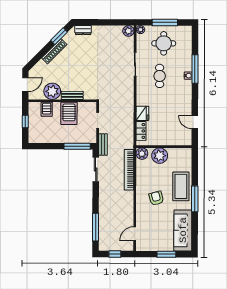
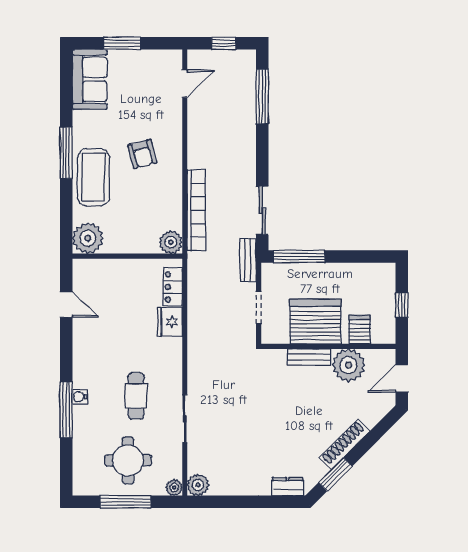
server rack: (69, 113) -> (315, 322), width x1.60
plant: (160, 156) -> (88, 238), moved
sofa: (183, 230) -> (90, 79), width x0.73

